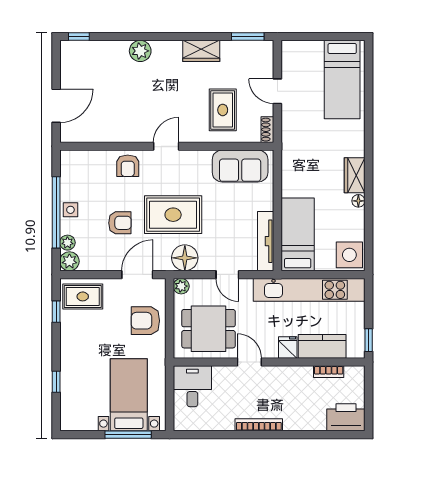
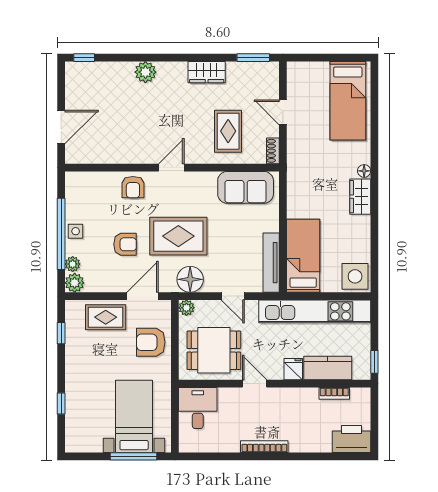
floor lamp: (358, 201) -> (364, 171), moved
rug: (83, 296) -> (106, 317), moved

